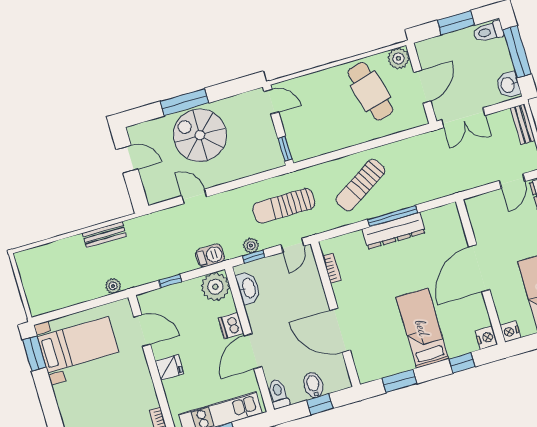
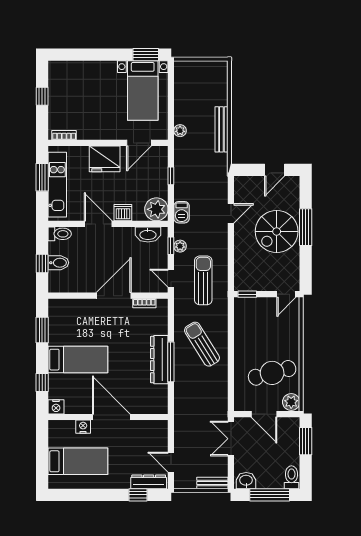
window: (456, 23) -> (306, 441), moved
spiral stairs: (200, 135) -> (277, 231), turned 180
bench: (104, 235) -> (221, 129), width x1.36
door: (340, 330) -> (114, 296), moved
nightstand: (510, 331) -> (83, 427), moved
fridge: (169, 367) -> (105, 159), width x1.88, depth x1.34

